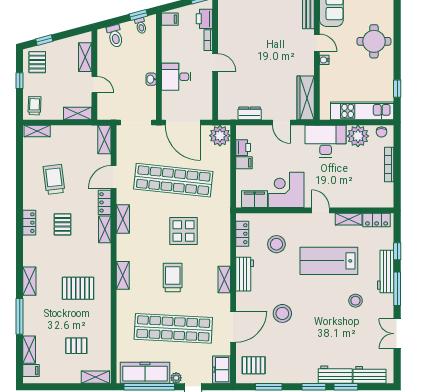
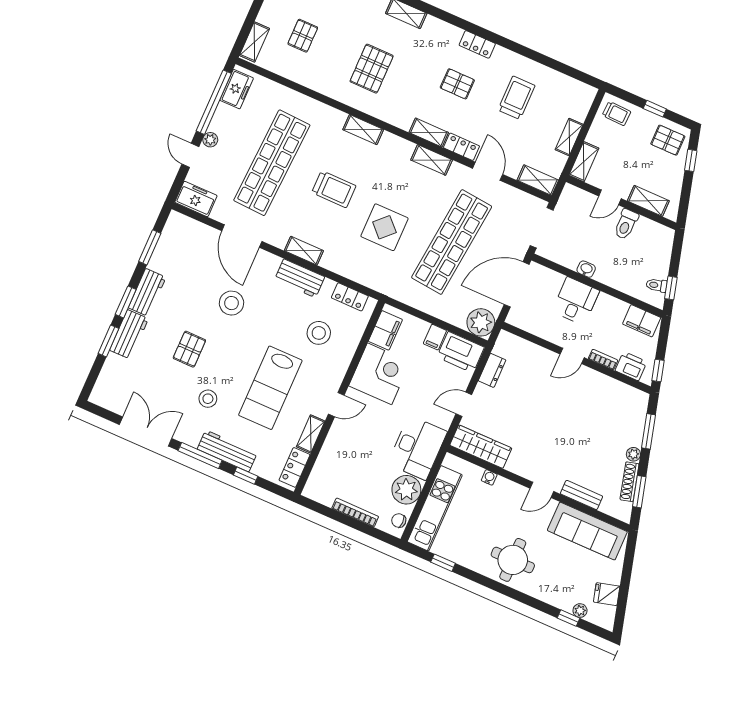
filing cabinet: (170, 19) -> (642, 321), width x2.00
toilet: (115, 36) -> (626, 224), moved, turned -75
water cooler: (324, 60) -> (489, 477), moved
shelving: (37, 131) -> (569, 137), moved
printer: (243, 148) -> (461, 352), width x1.87, depth x1.48
trolley: (54, 179) -> (516, 98), turned -83
lab bench: (329, 261) -> (270, 388), turned 180
double door: (397, 334) -> (146, 432), width x1.37
pallet: (254, 365) -> (189, 349), moved
freezer: (145, 373) -> (237, 89), width x0.52, depth x0.79
workbench: (370, 375) -> (147, 293), moved

